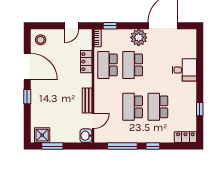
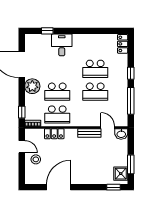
stool: (41, 40) -> (36, 159), moved
window: (27, 97) -> (114, 187), moved
window: (200, 109) -> (47, 31), moved

